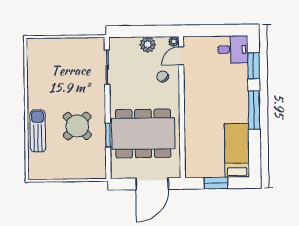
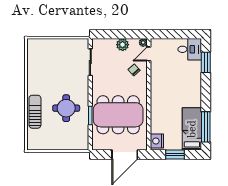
window: (254, 110) -> (206, 127), moved
round table: (77, 126) -> (66, 108), turned 45
nightstand: (193, 166) -> (157, 141), added

